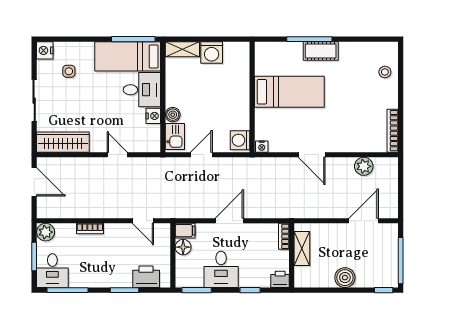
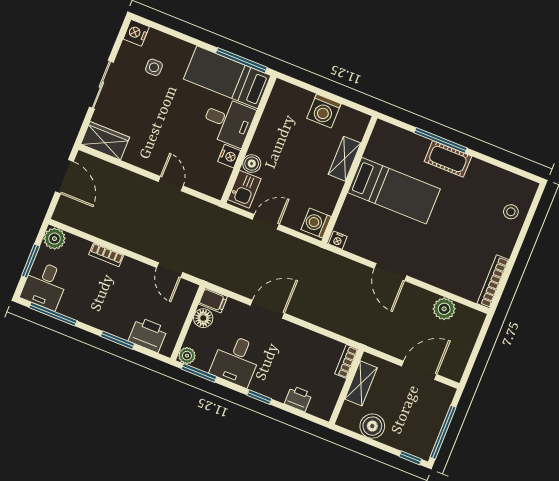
shelving: (182, 49) -> (345, 159), moved, turned 90
wardrobe: (63, 142) -> (105, 141), width x0.67
bookcase: (284, 236) -> (346, 361), moved
shelving: (302, 249) -> (361, 383), moved
wall: (292, 255) -> (346, 387), moved
plant: (182, 281) -> (187, 356), added

